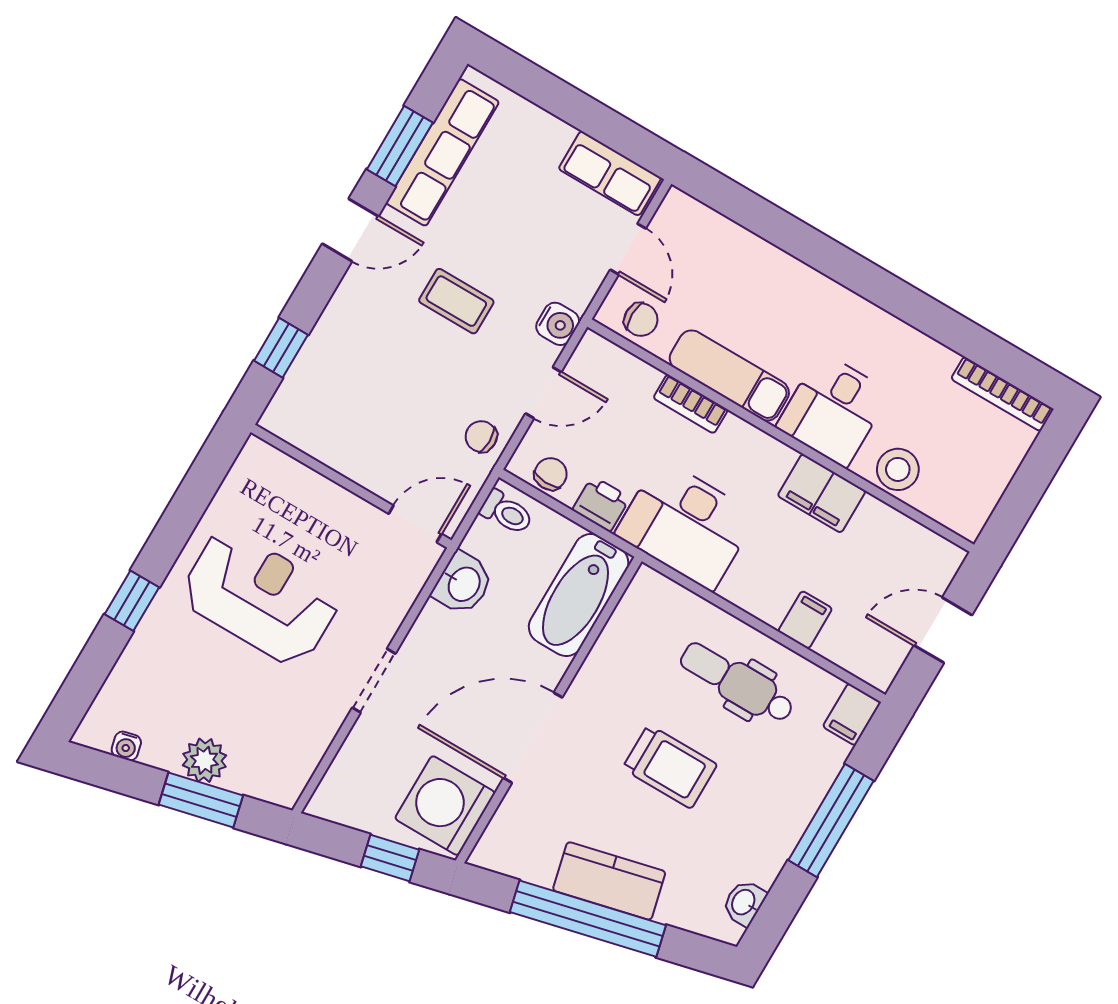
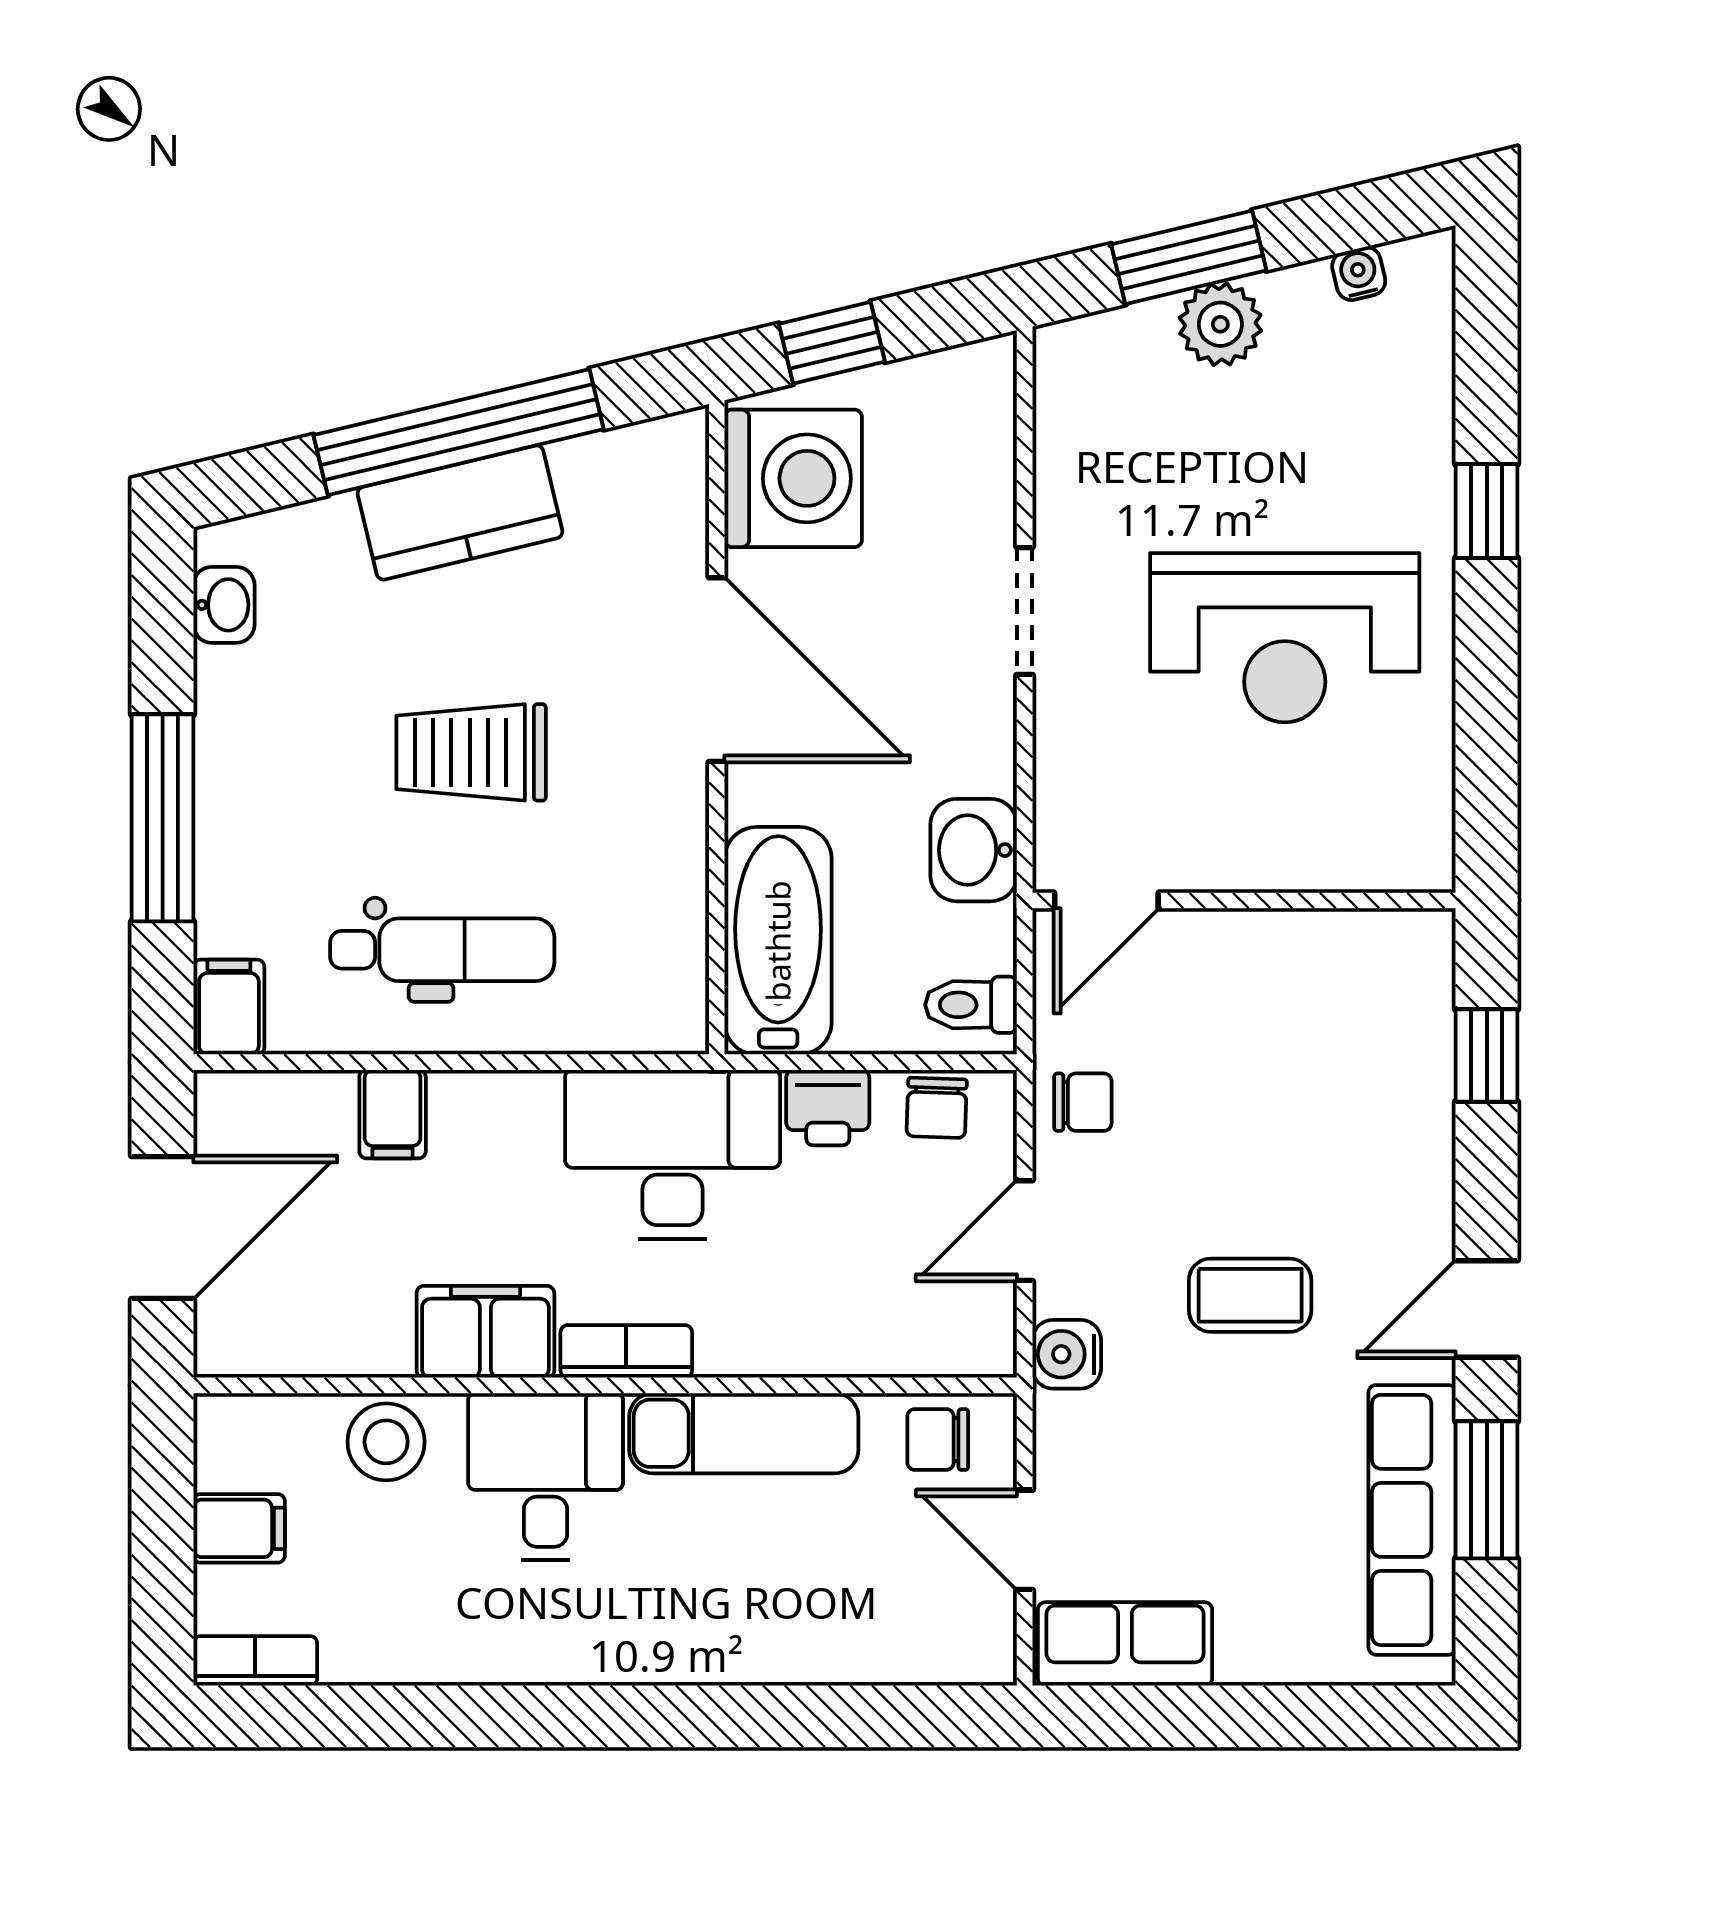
bookcase: (1002, 394) -> (255, 1661), width x0.64
bookcase: (691, 404) -> (626, 1351), moved
filing cabinet: (990, 469) -> (239, 1528), added
door: (943, 630) -> (163, 1227), width x1.37
door: (533, 738) -> (717, 670), hinge flipped

